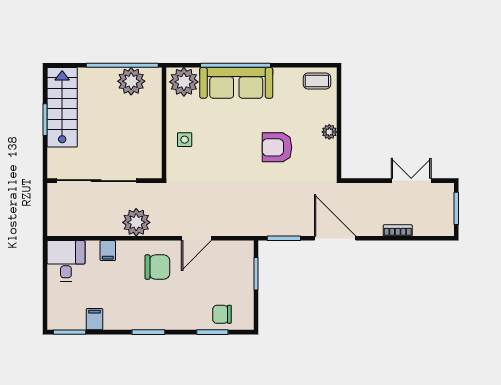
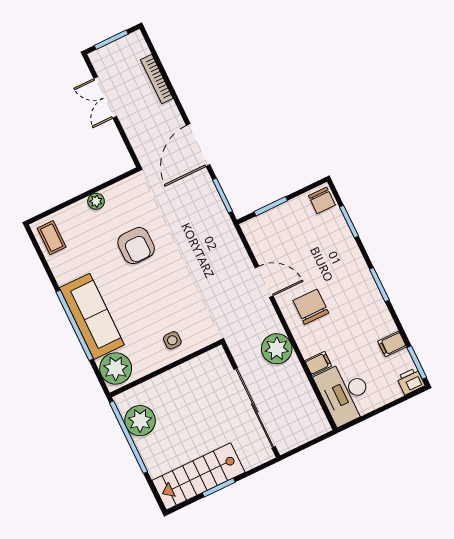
bookcase: (398, 230) -> (157, 79), width x1.56
desk: (66, 261) -> (345, 393), width x1.37
chair: (222, 314) -> (322, 200), moved
printer: (56, 320) -> (411, 381), added

